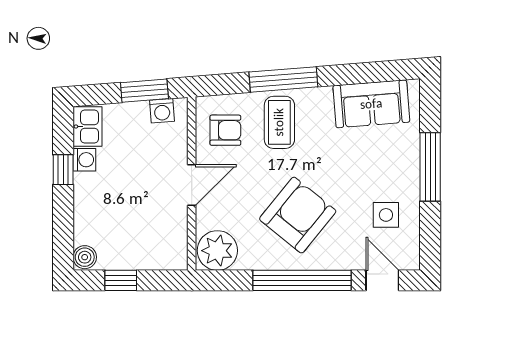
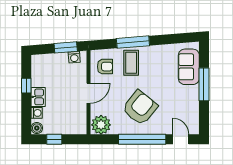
sofa: (371, 104) -> (189, 67), moved, turned 95
kitchen sink: (87, 127) -> (38, 97), moved
washing machine: (84, 160) -> (37, 113), moved
side table: (386, 215) -> (183, 108), removed

